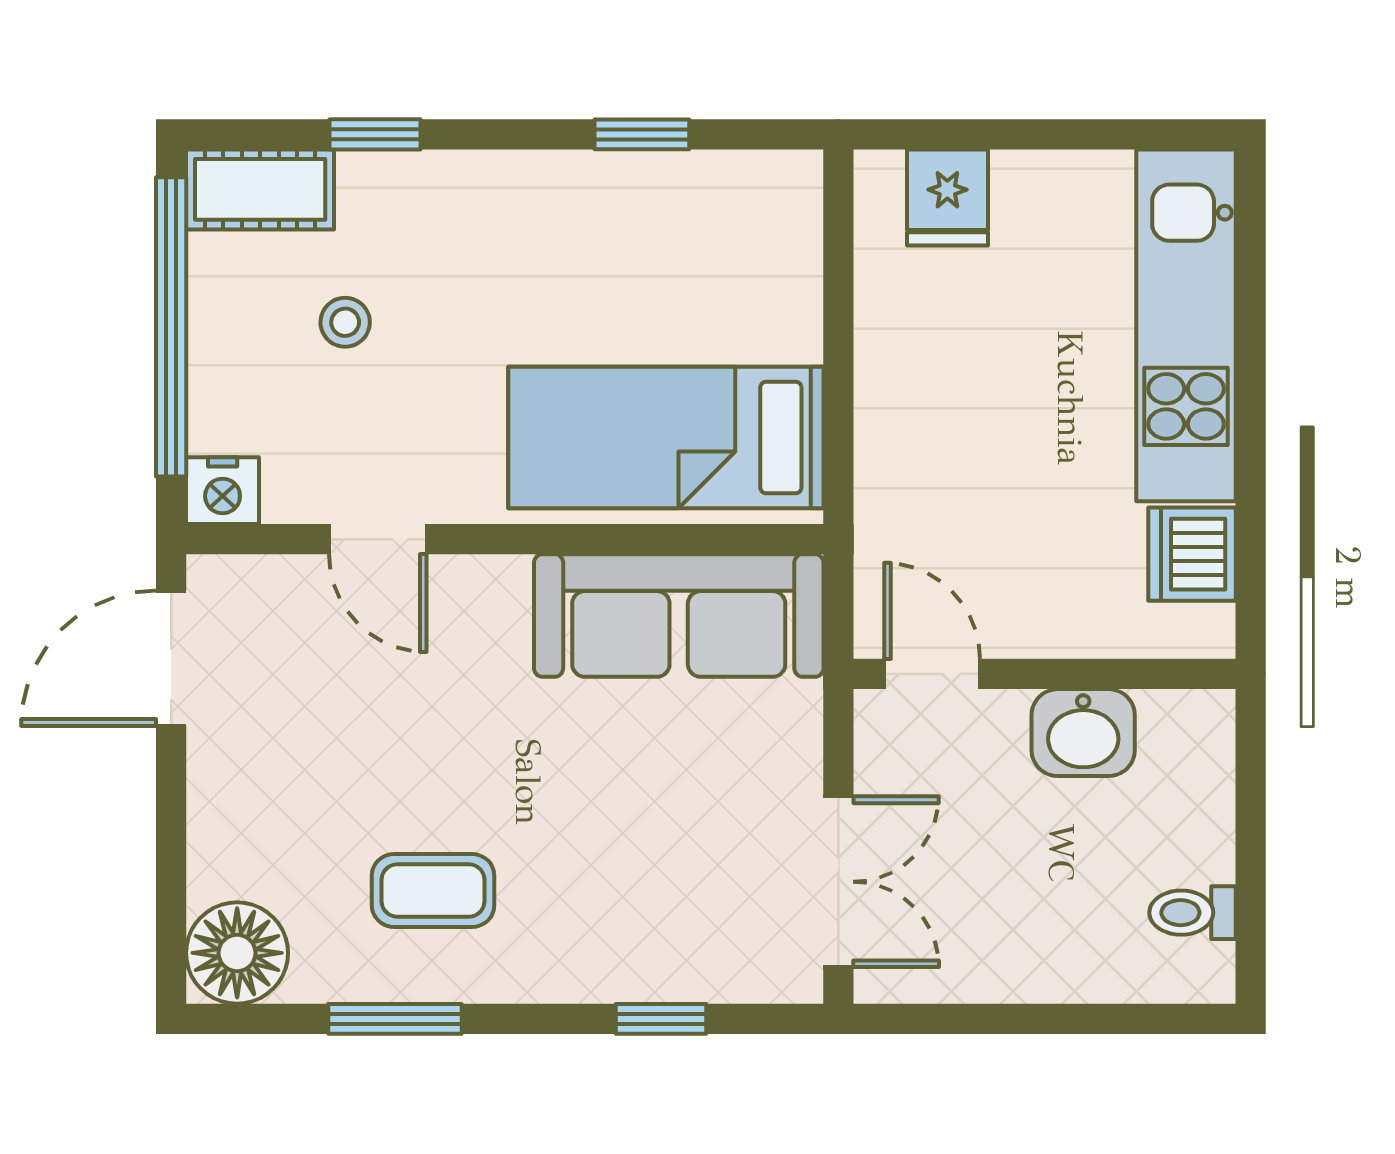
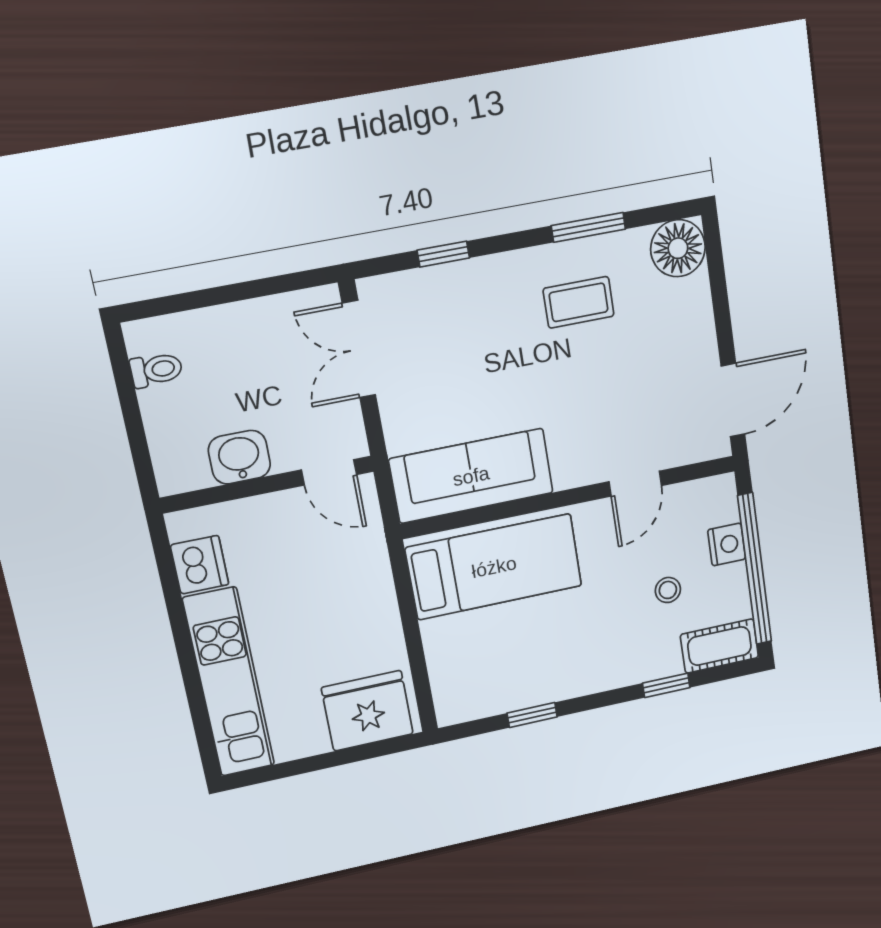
fridge: (947, 197) -> (367, 711), width x1.88, depth x1.34
nightstand: (223, 491) -> (727, 544), moved, turned 90
door: (378, 539) -> (635, 484), swing flipped

